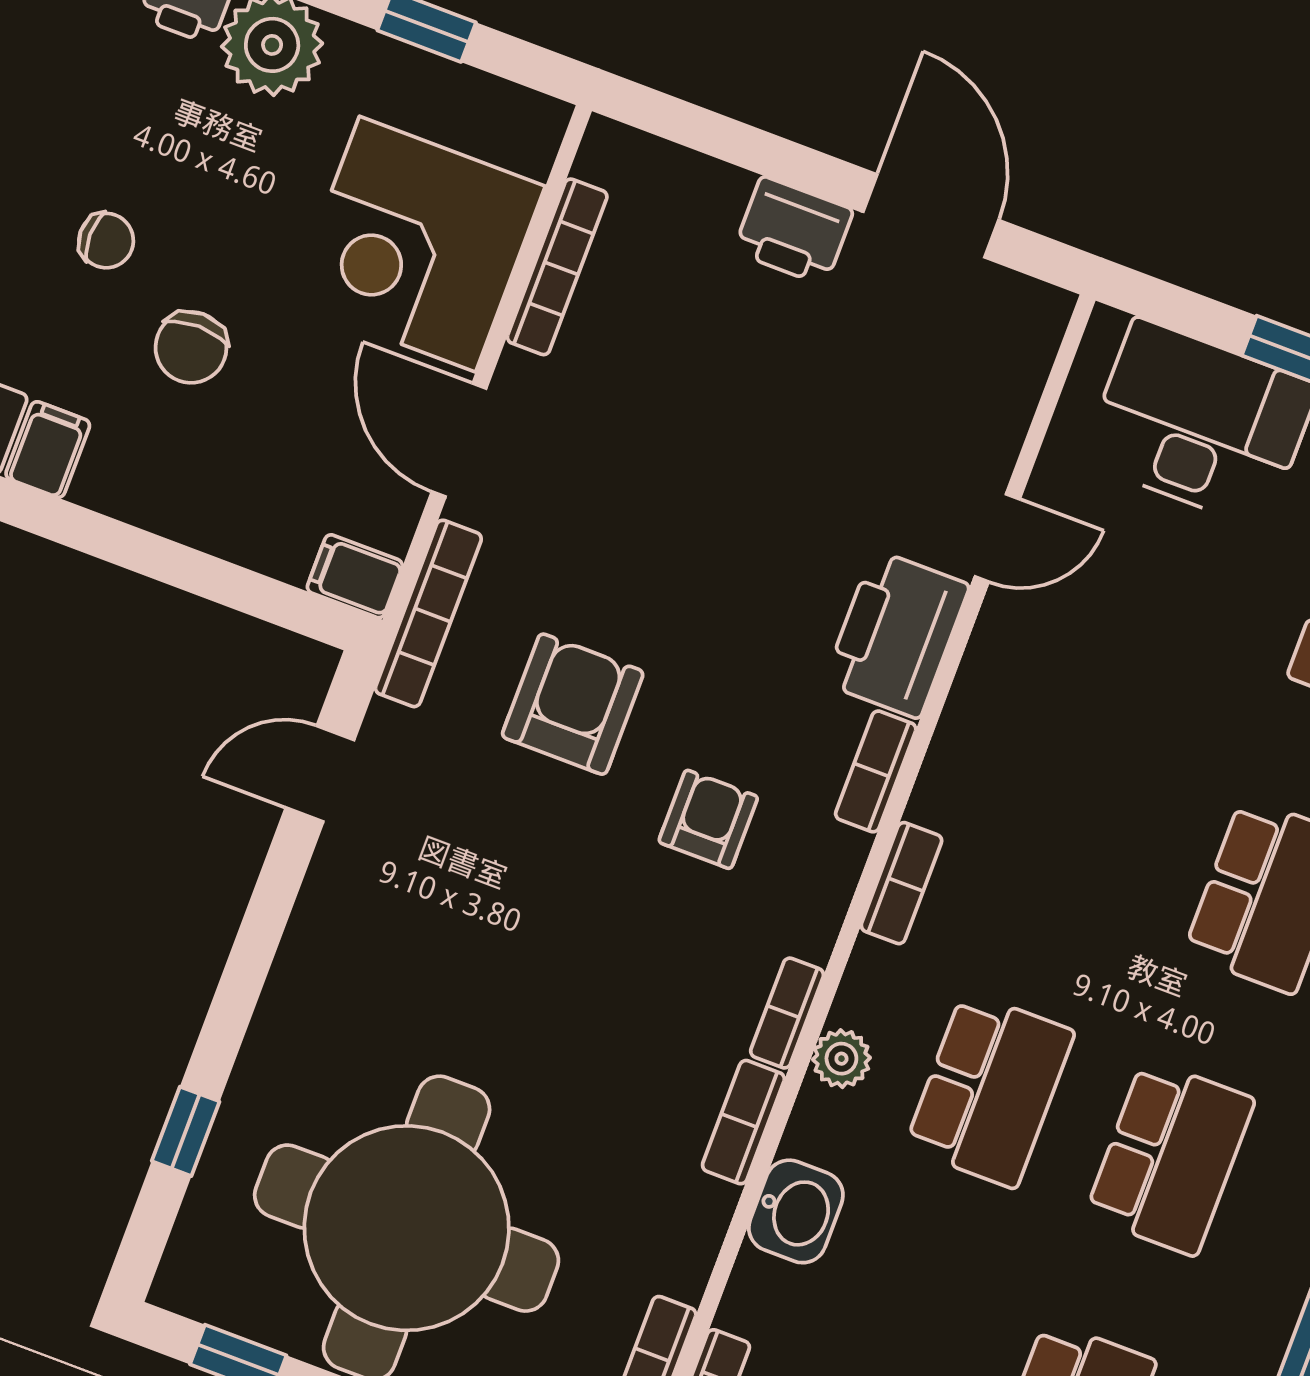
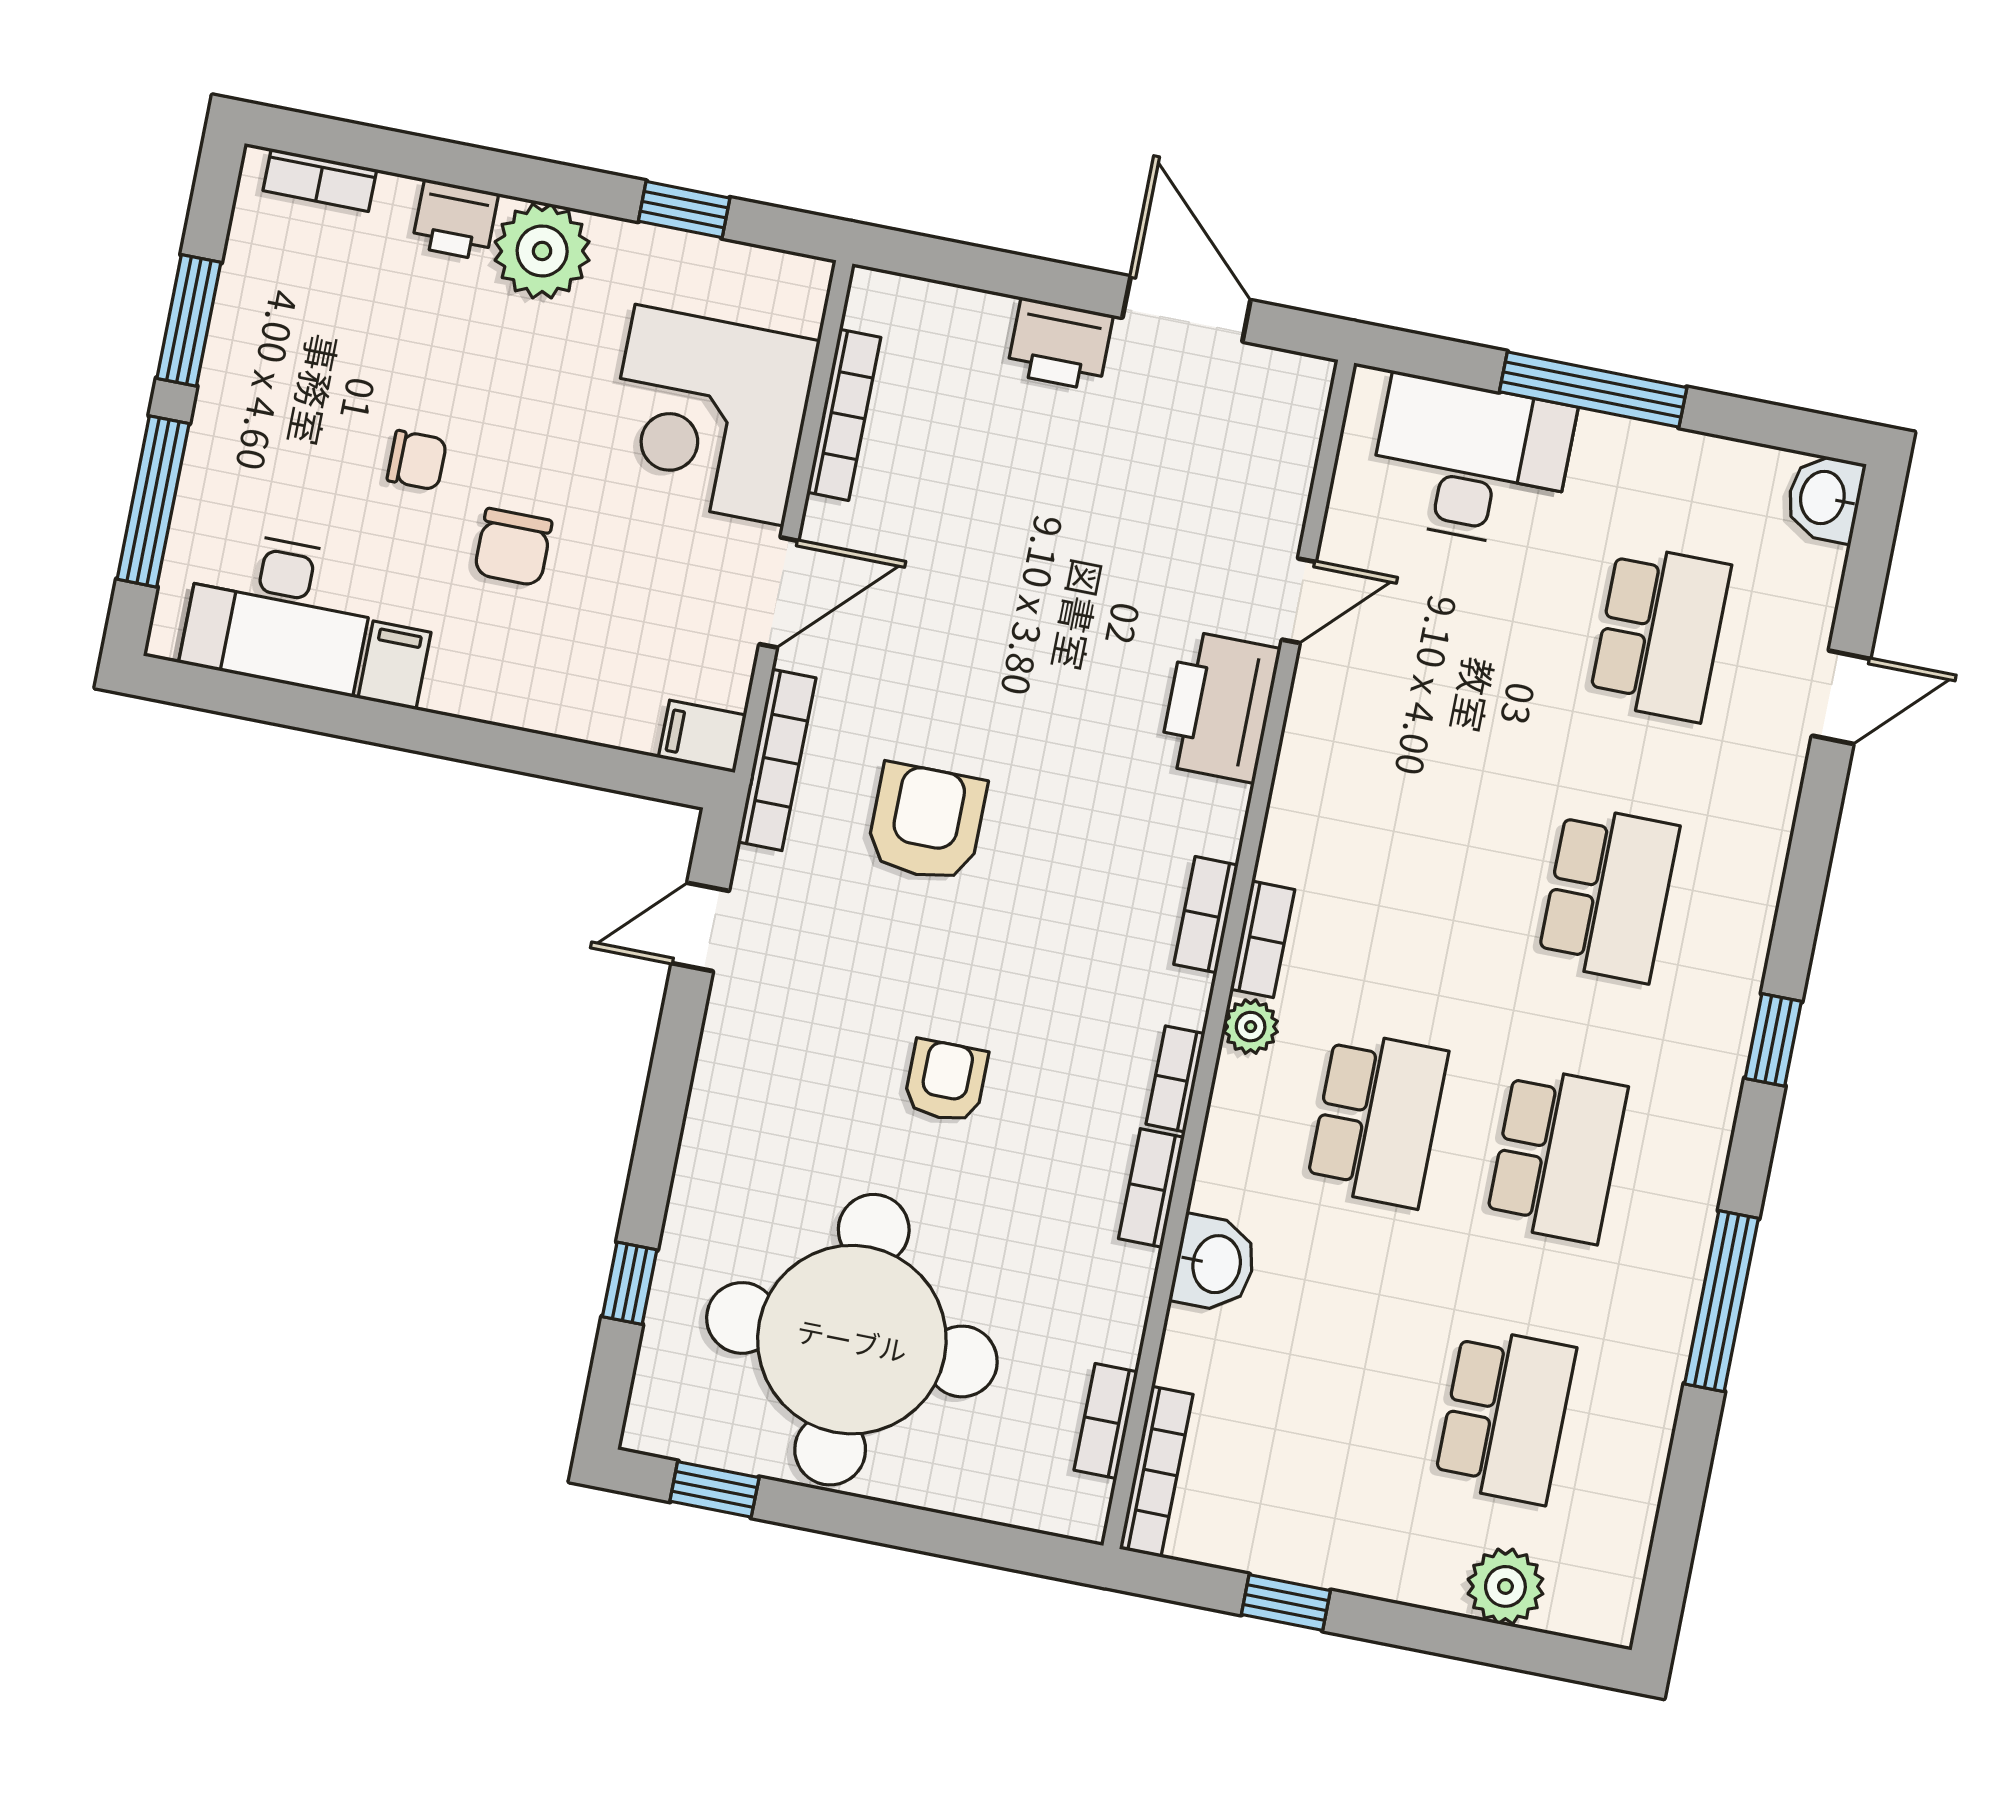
door: (459, 440) -> (779, 592), swing flipped
bookcase: (876, 771) -> (1206, 915), moved
armchair: (708, 819) -> (946, 1081), moved
plant: (841, 1059) -> (1251, 1027), moved

